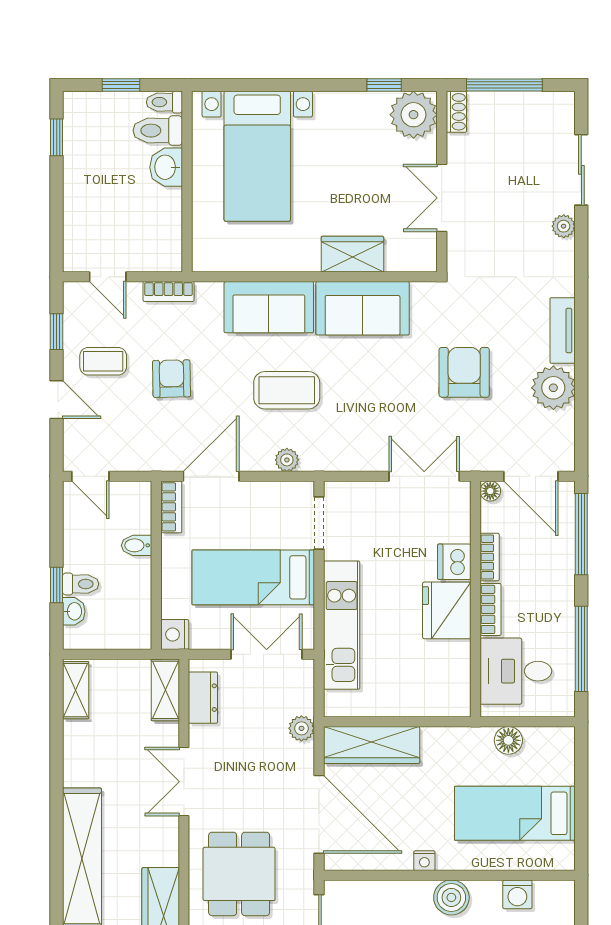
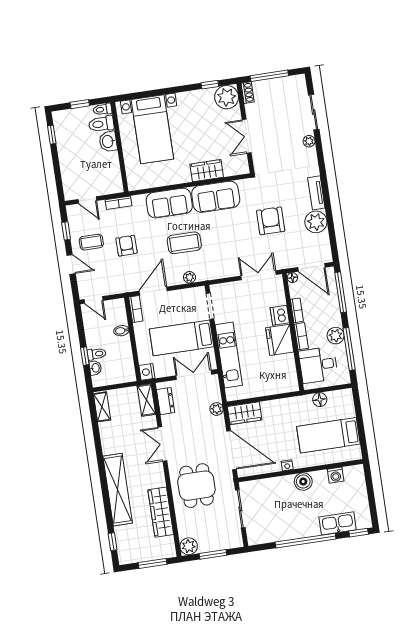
plant: (559, 618) -> (336, 336), added
wardrobe: (372, 745) -> (245, 413), width x0.67

